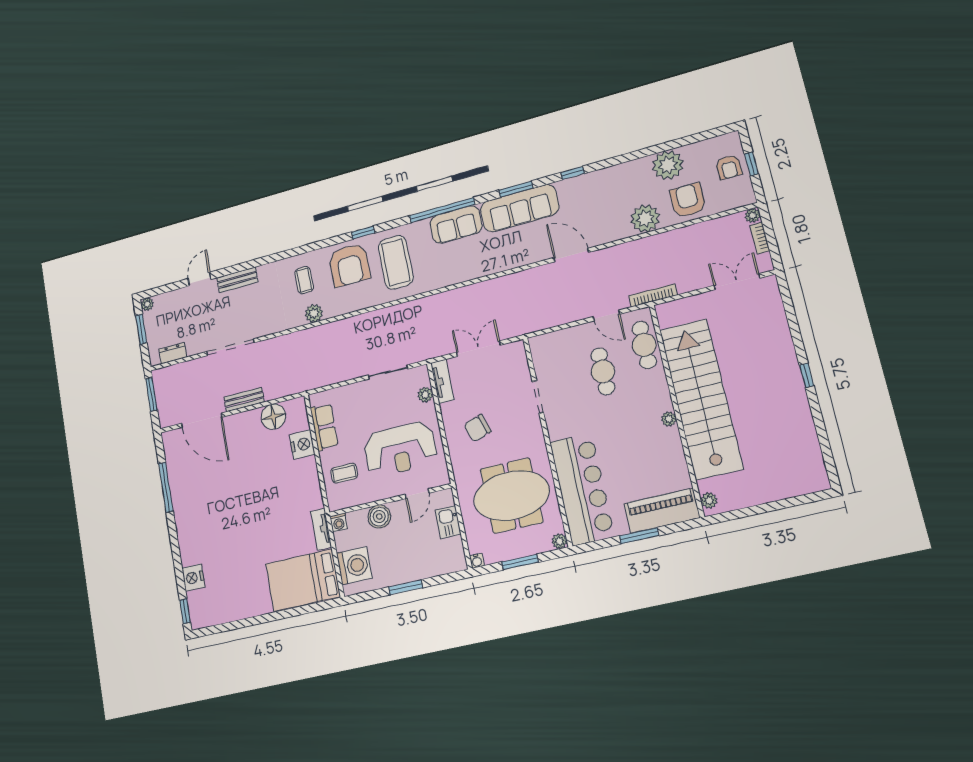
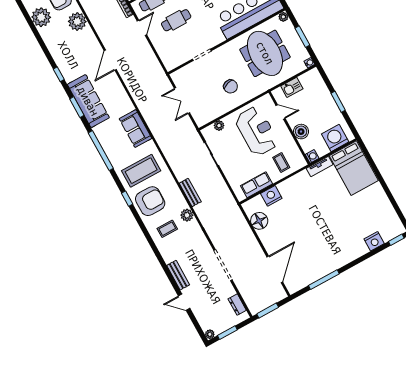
sofa: (456, 225) -> (135, 129), moved, turned 180
tv unit: (442, 381) -> (208, 117), removed
bench: (244, 400) -> (190, 192), moved

